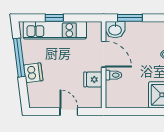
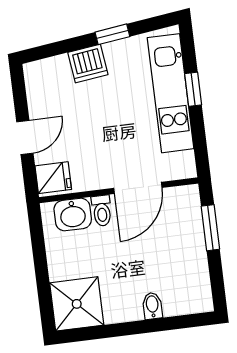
washbasin: (115, 30) -> (73, 214), moved, turned -90
window: (19, 58) -> (112, 34), width x0.46
fridge: (93, 79) -> (53, 178), moved, turned 90

